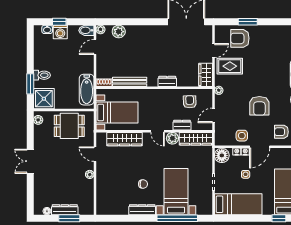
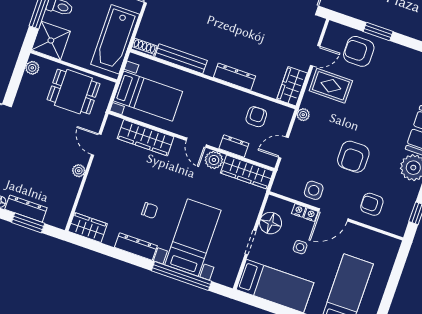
dresser: (167, 81) -> (235, 77), width x1.44
bathtub: (87, 90) -> (115, 39), width x1.36, depth x1.36
floor lamp: (222, 155) -> (271, 223), moved
wardrobe: (108, 208) -> (88, 228), added

